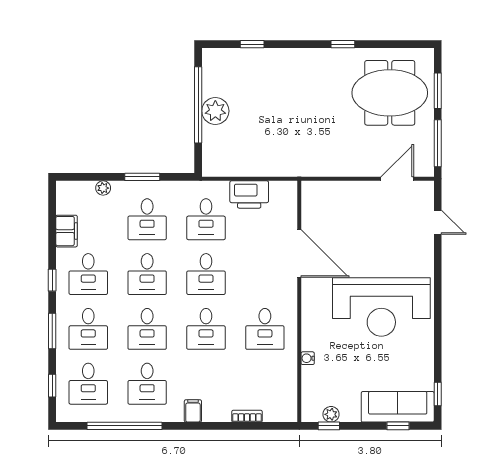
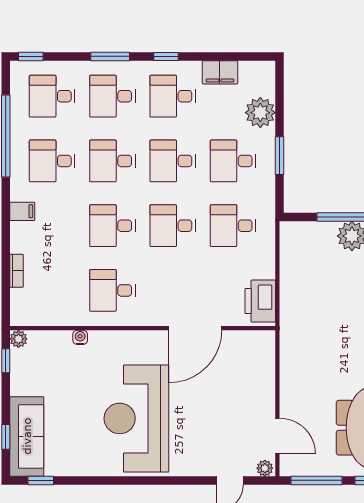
plant: (103, 188) -> (260, 113), width x1.88, depth x1.88
plant: (427, 190) -> (265, 468), added
printer: (249, 194) -> (260, 301), moved
window: (52, 386) -> (31, 56), moved
plant: (331, 414) -> (18, 339), moved

